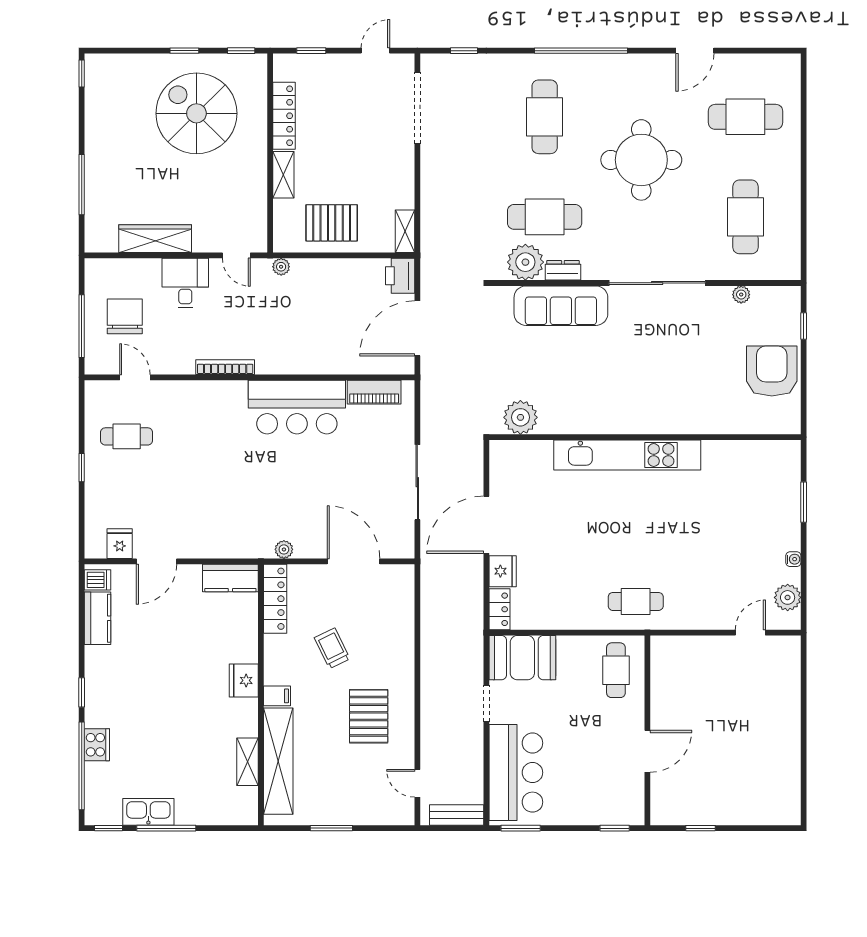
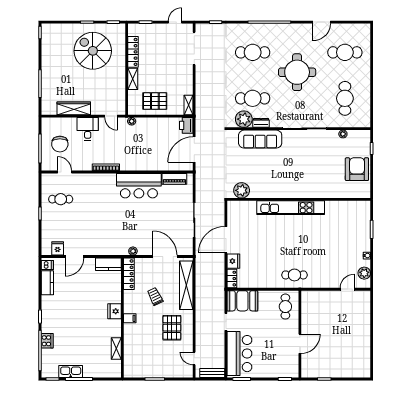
cafe table: (545, 117) -> (253, 52), turned 90
chair: (125, 316) -> (60, 144), turned 180
shelving: (278, 761) -> (186, 285), moved

